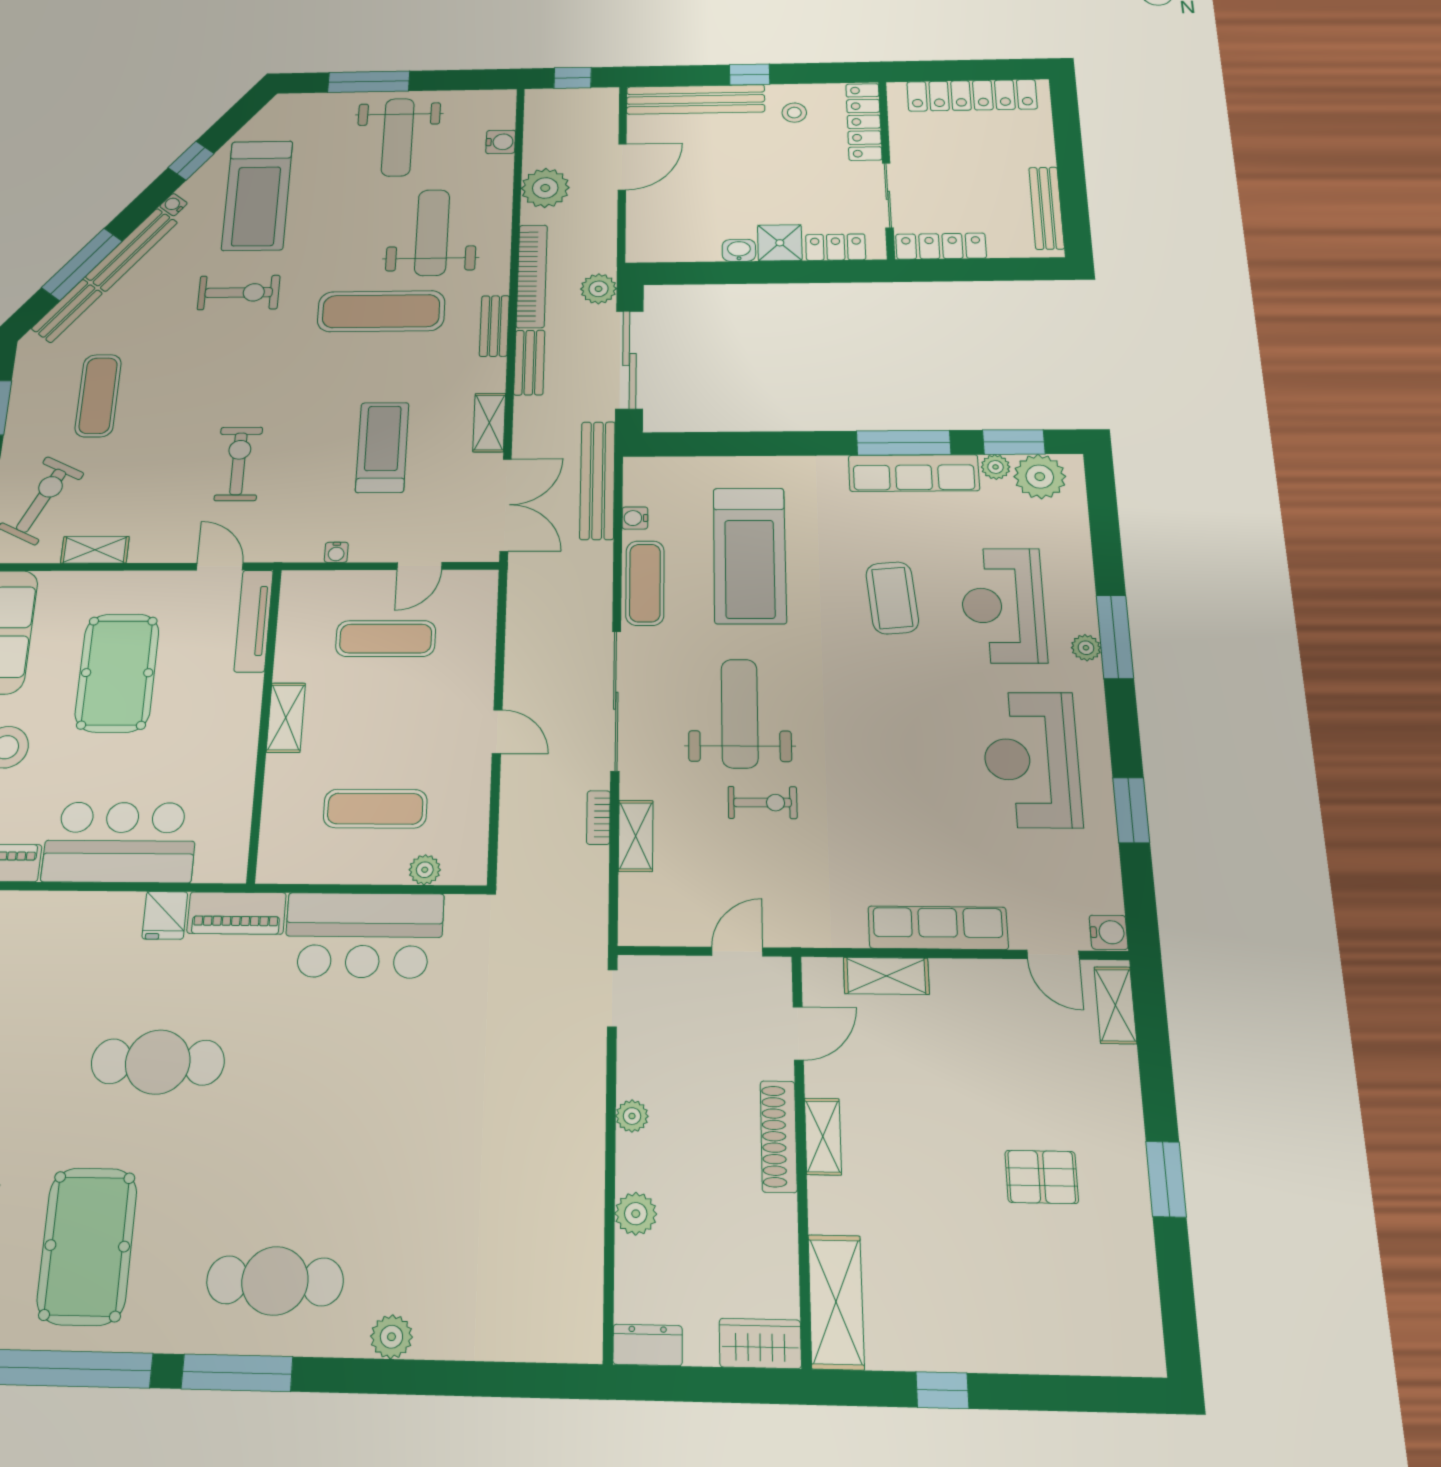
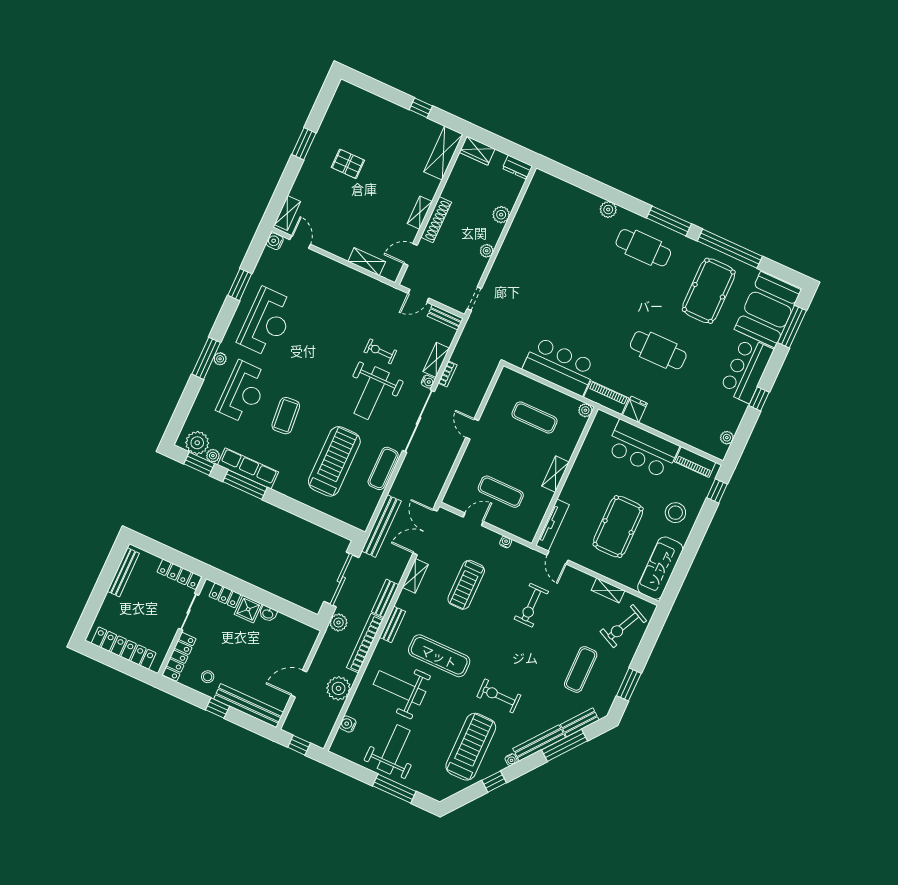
weight bench: (432, 232) -> (399, 688), turned 90
water cooler: (635, 518) -> (428, 382), moved
plant: (425, 870) -> (585, 410), moved
row of seats: (938, 928) -> (338, 271), removed
bench: (658, 931) -> (445, 317), added

